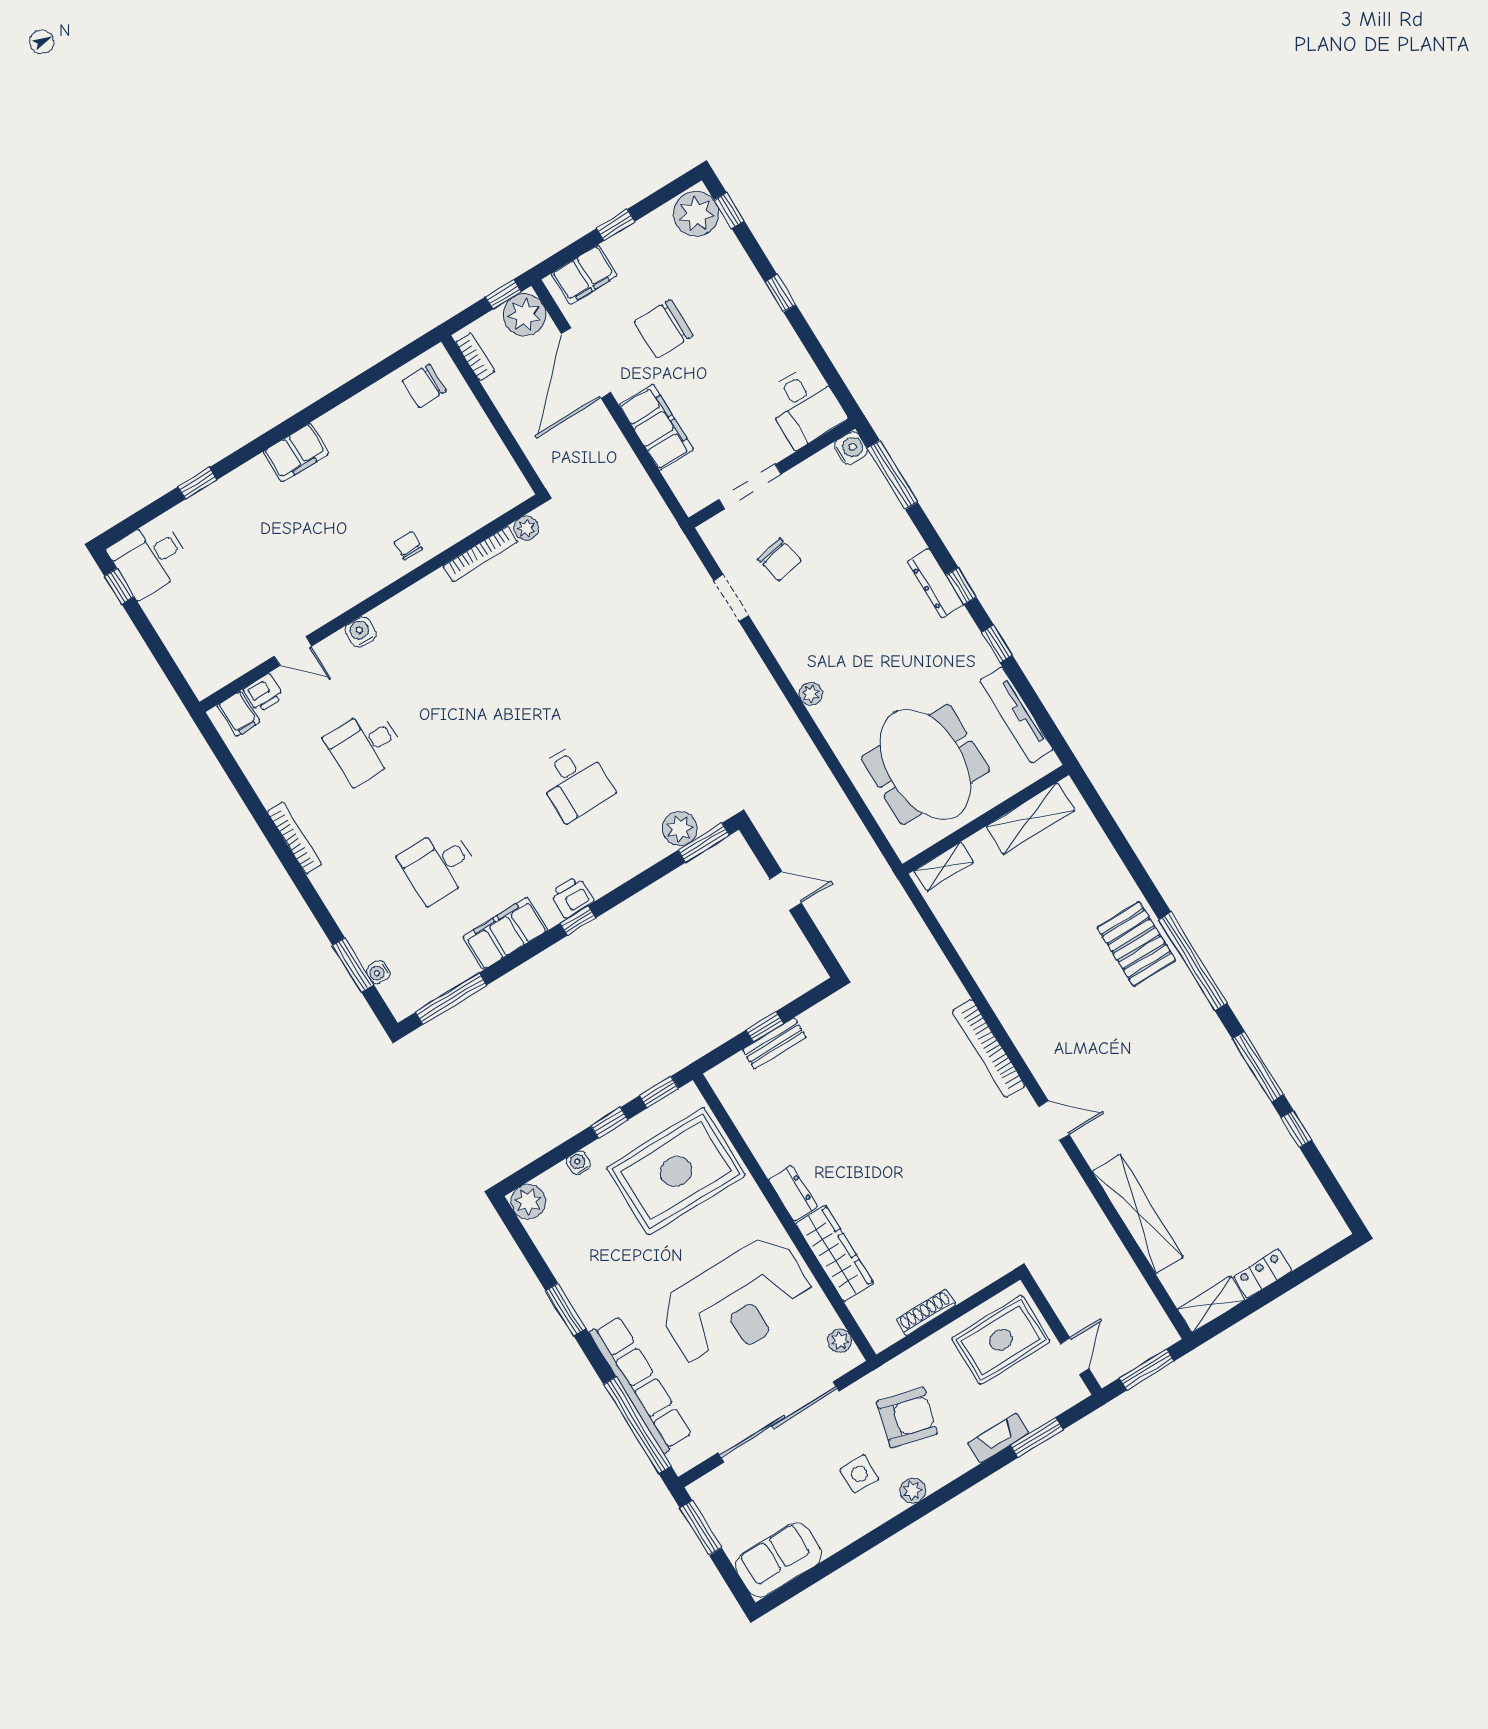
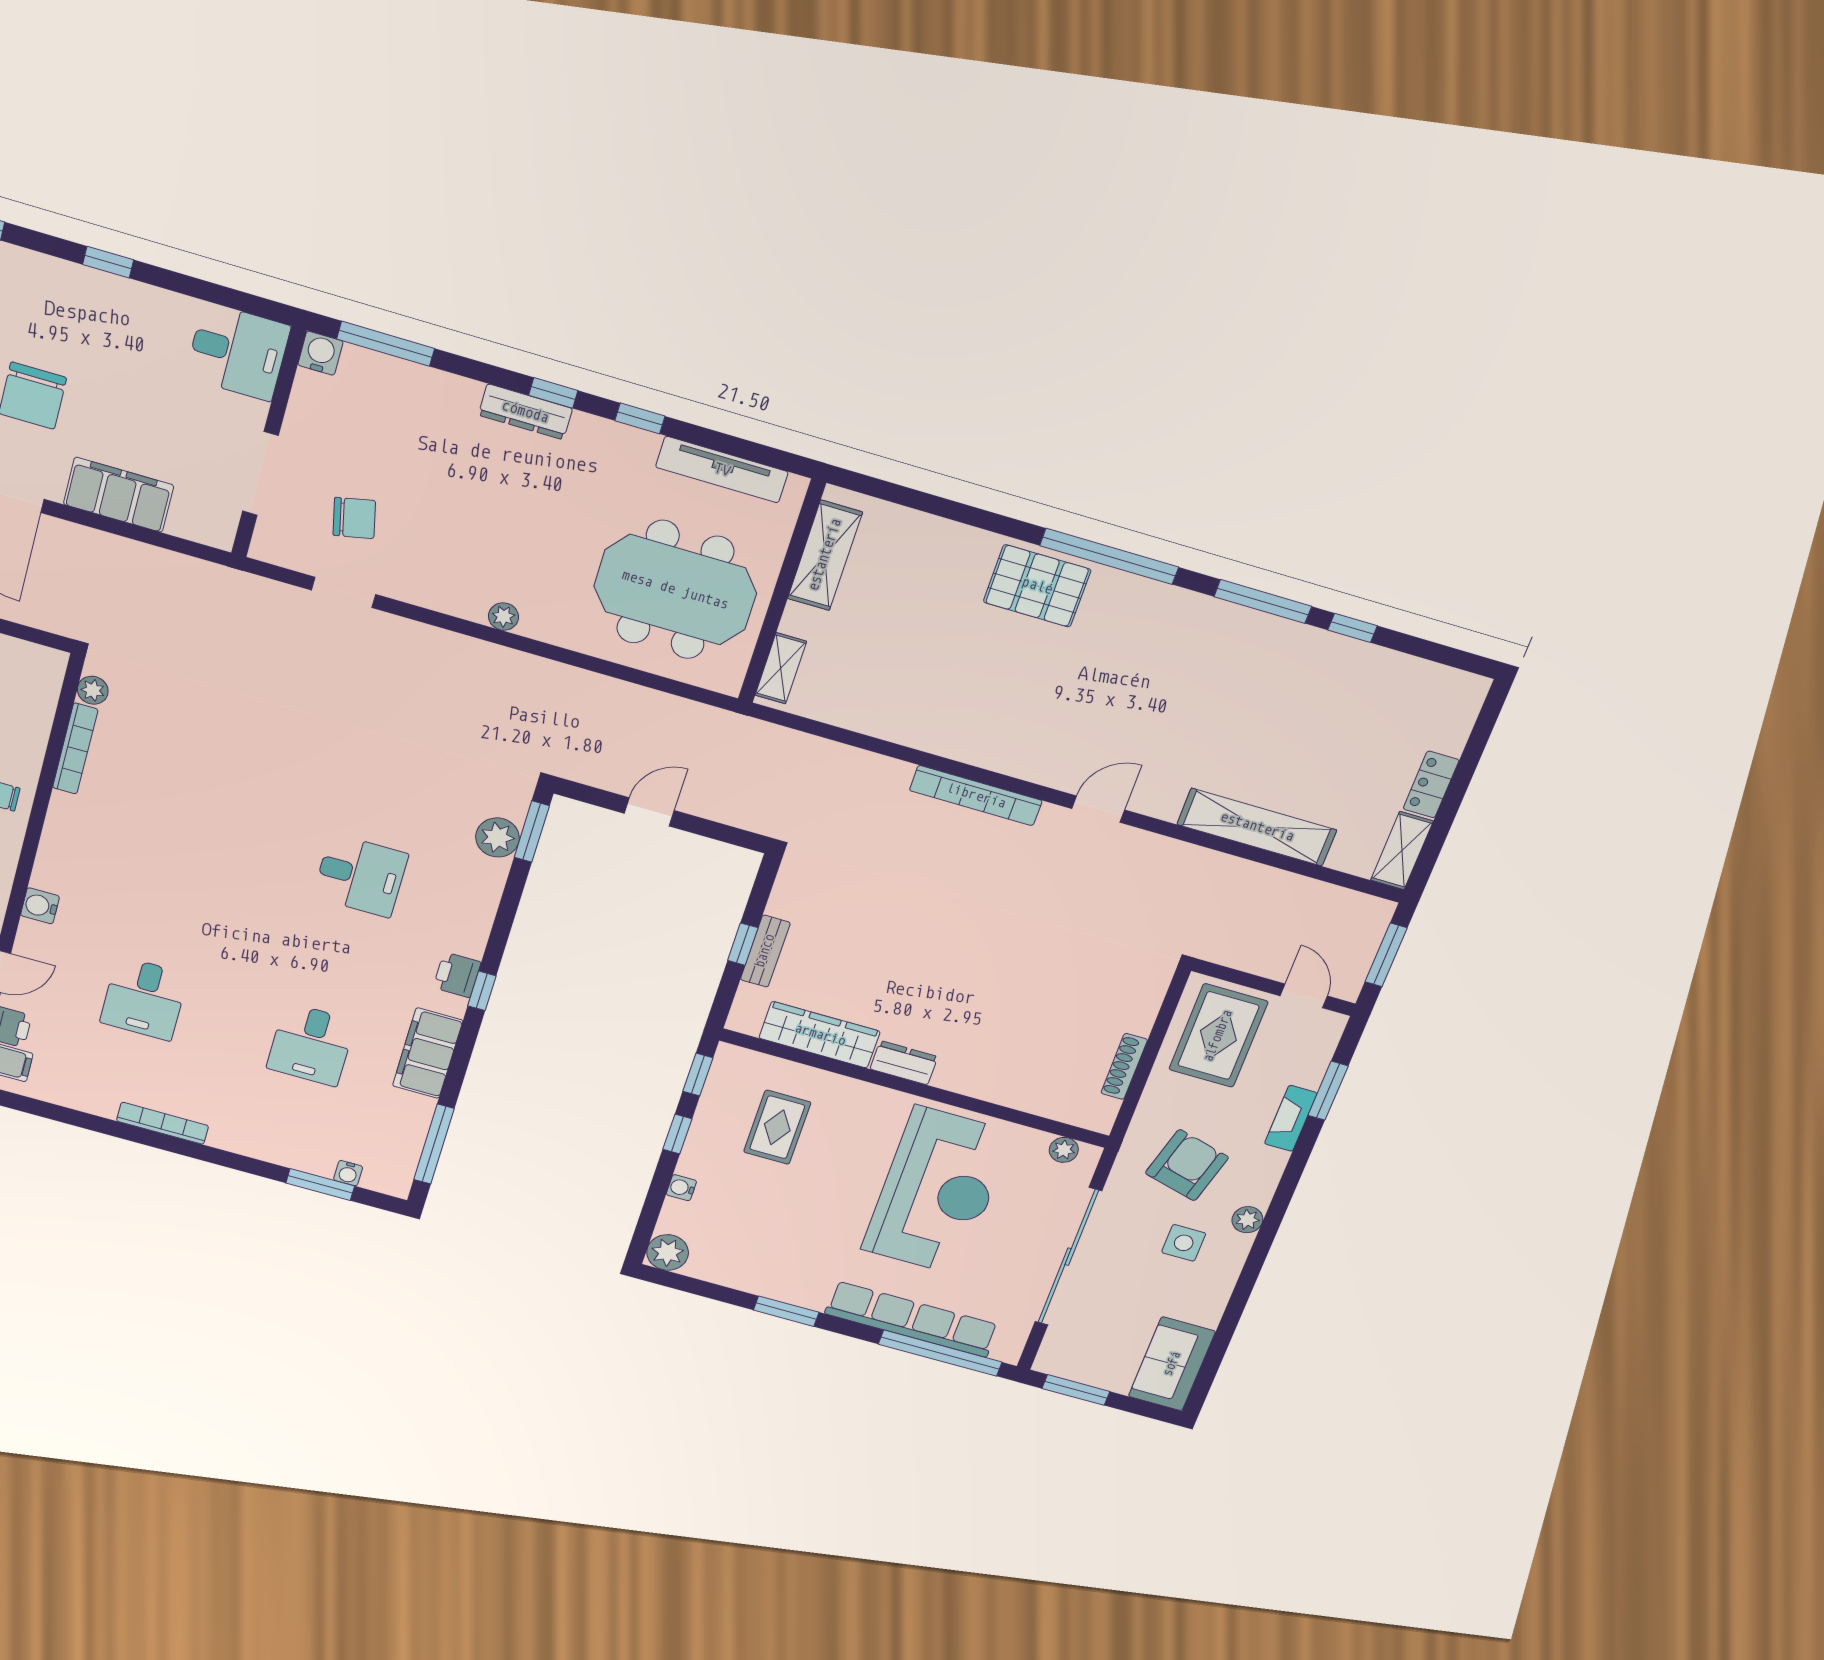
rug: (676, 1171) -> (777, 1127), width x0.54, depth x0.49
wardrobe: (835, 1253) -> (820, 1035), moved

